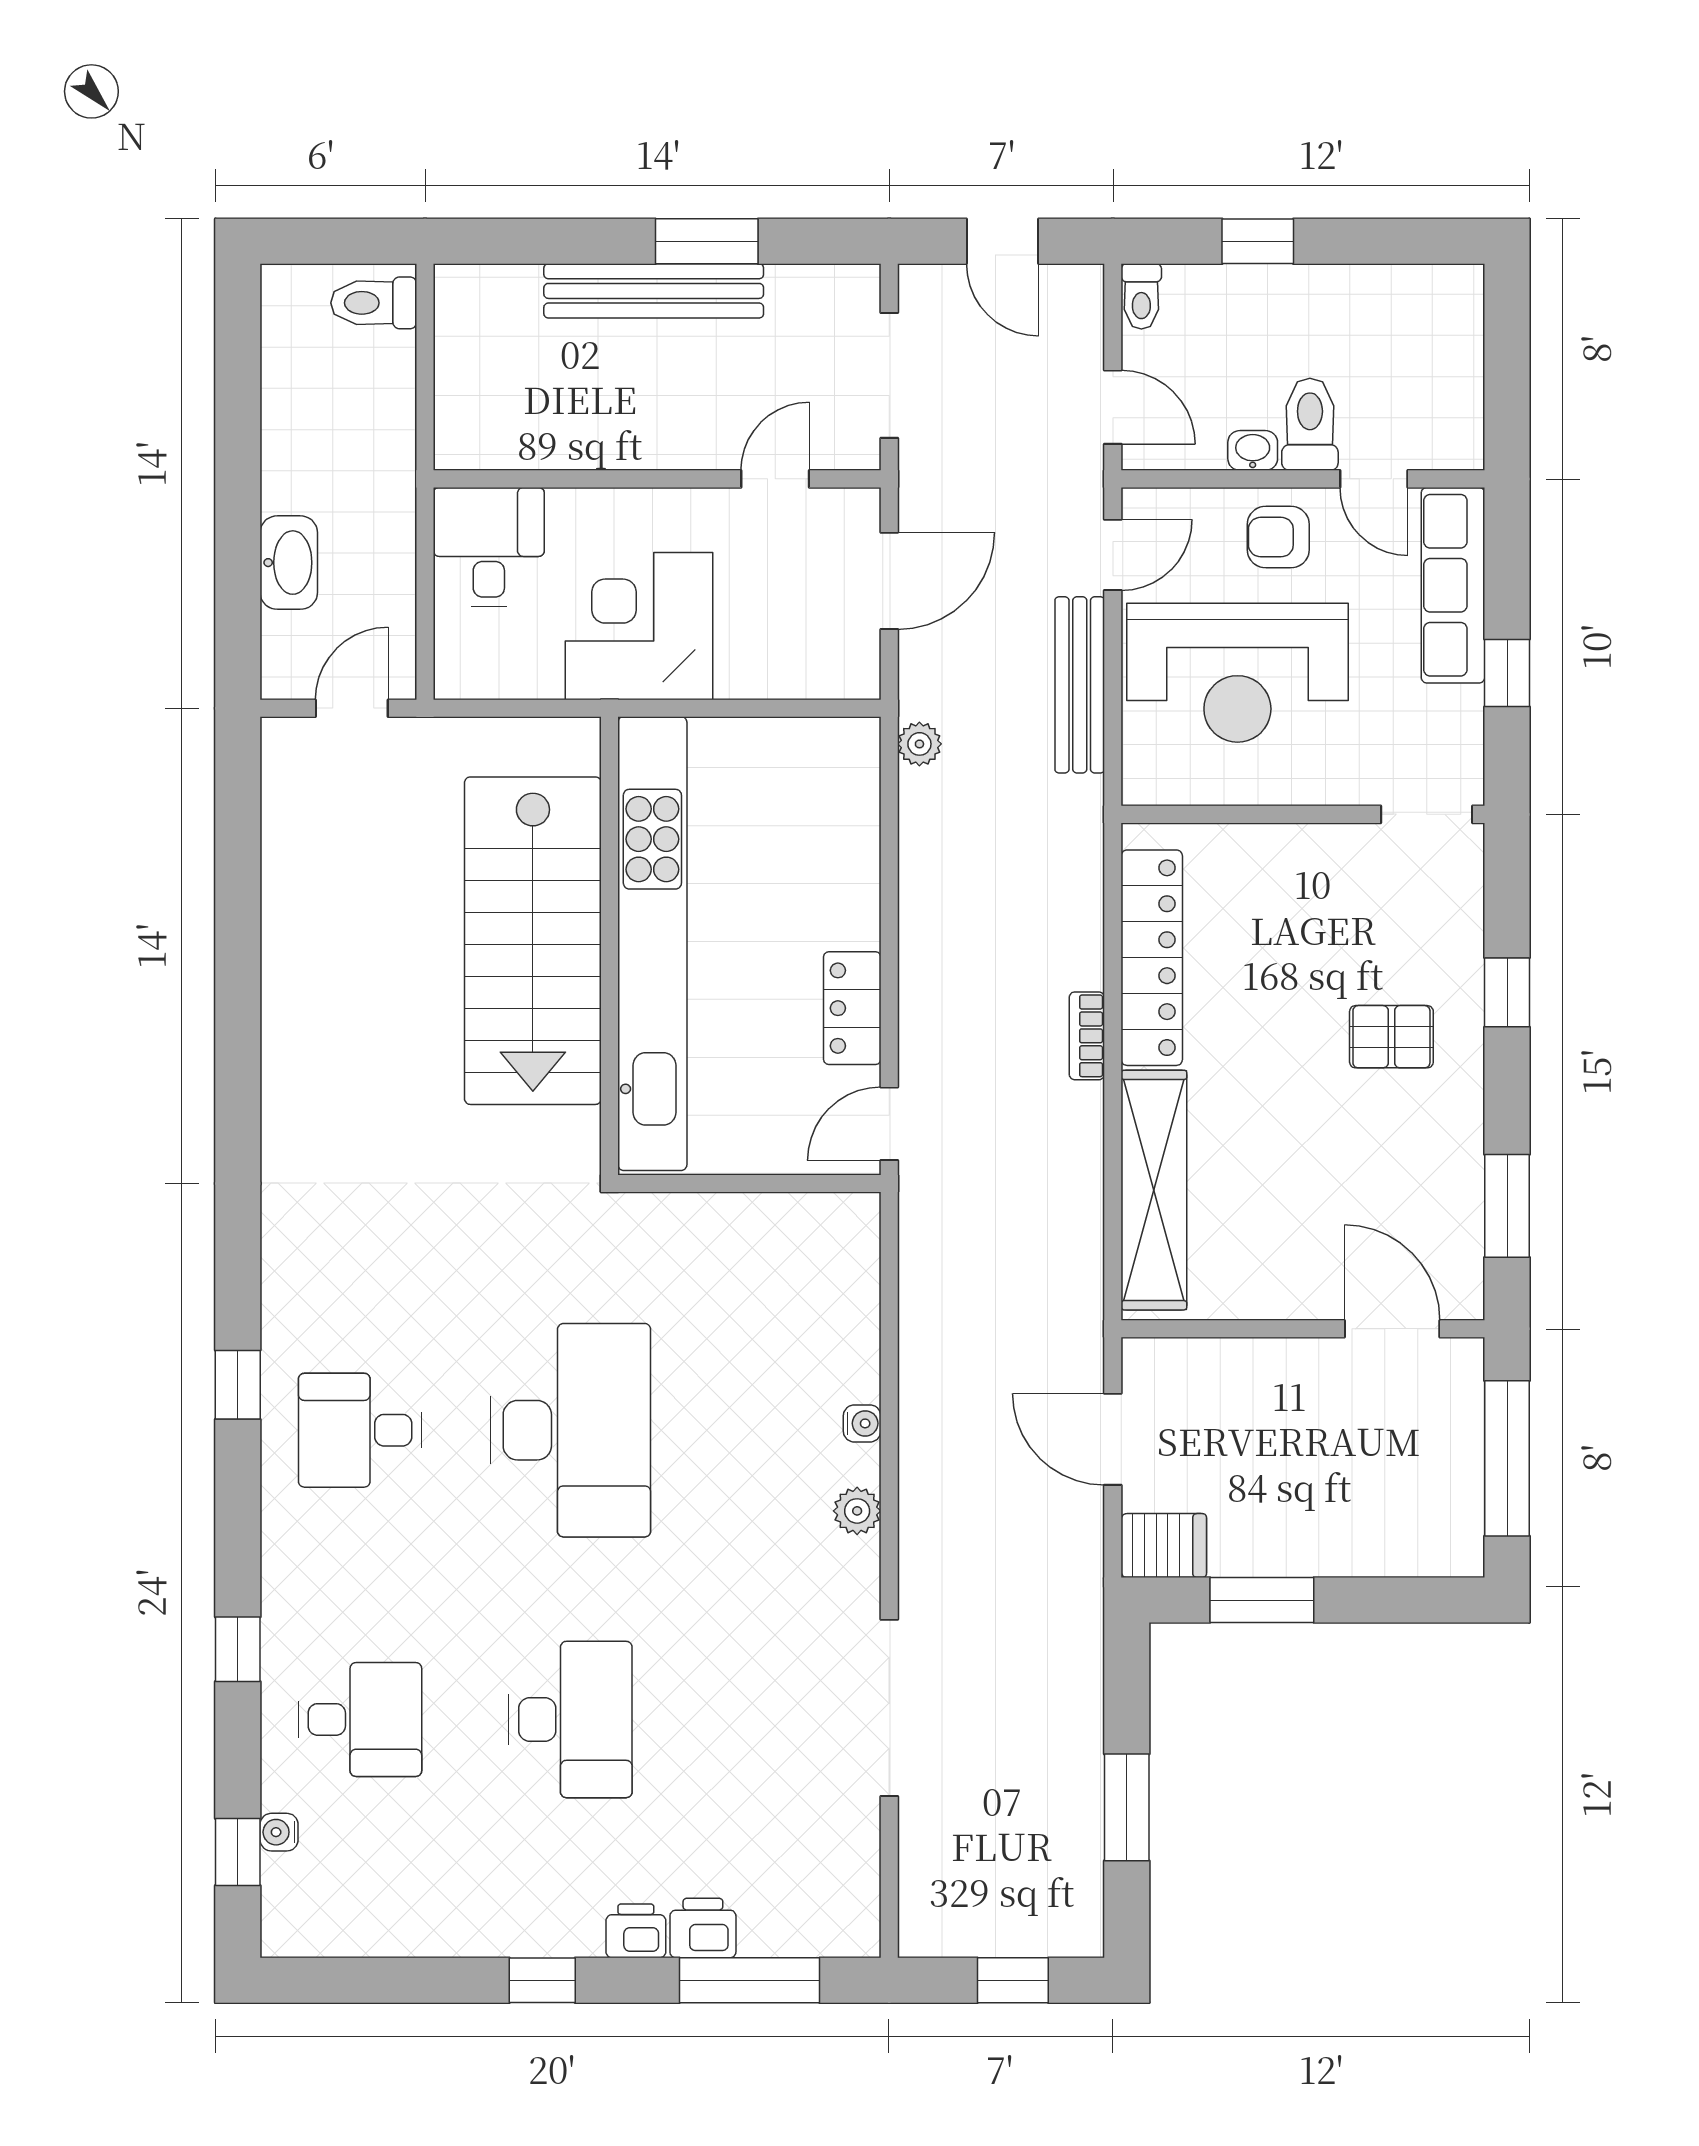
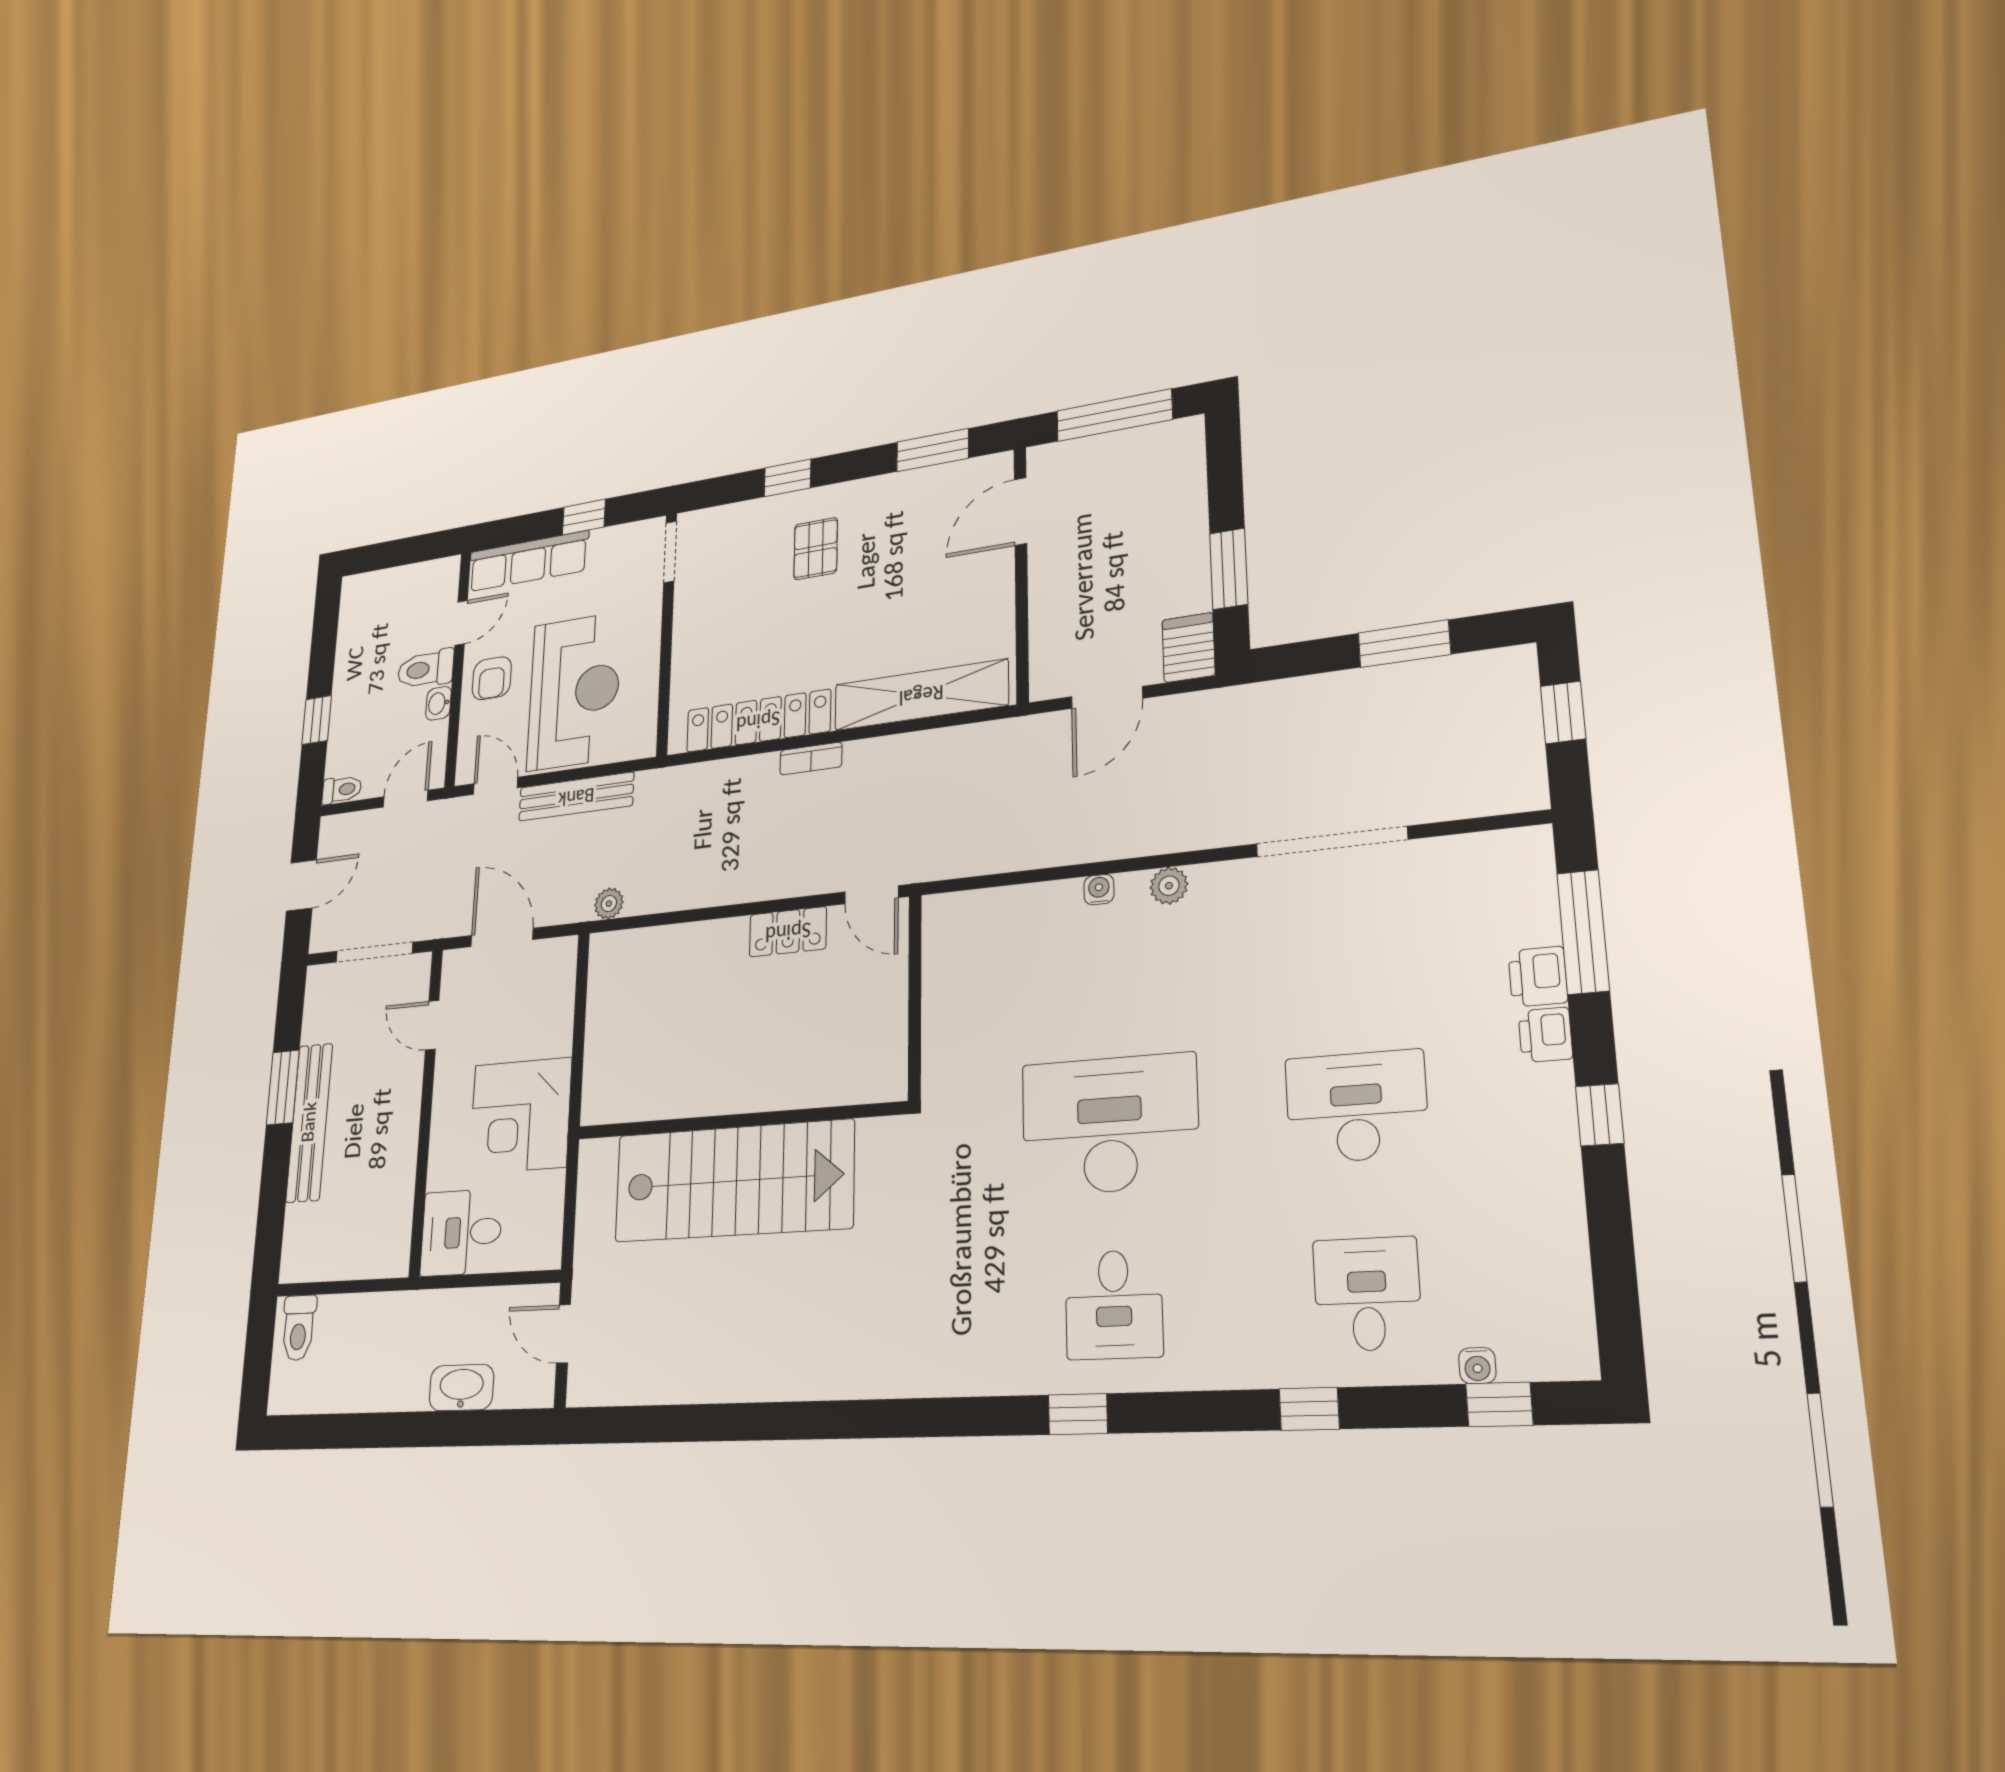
kitchen unit: (652, 944) -> (738, 1088), removed

